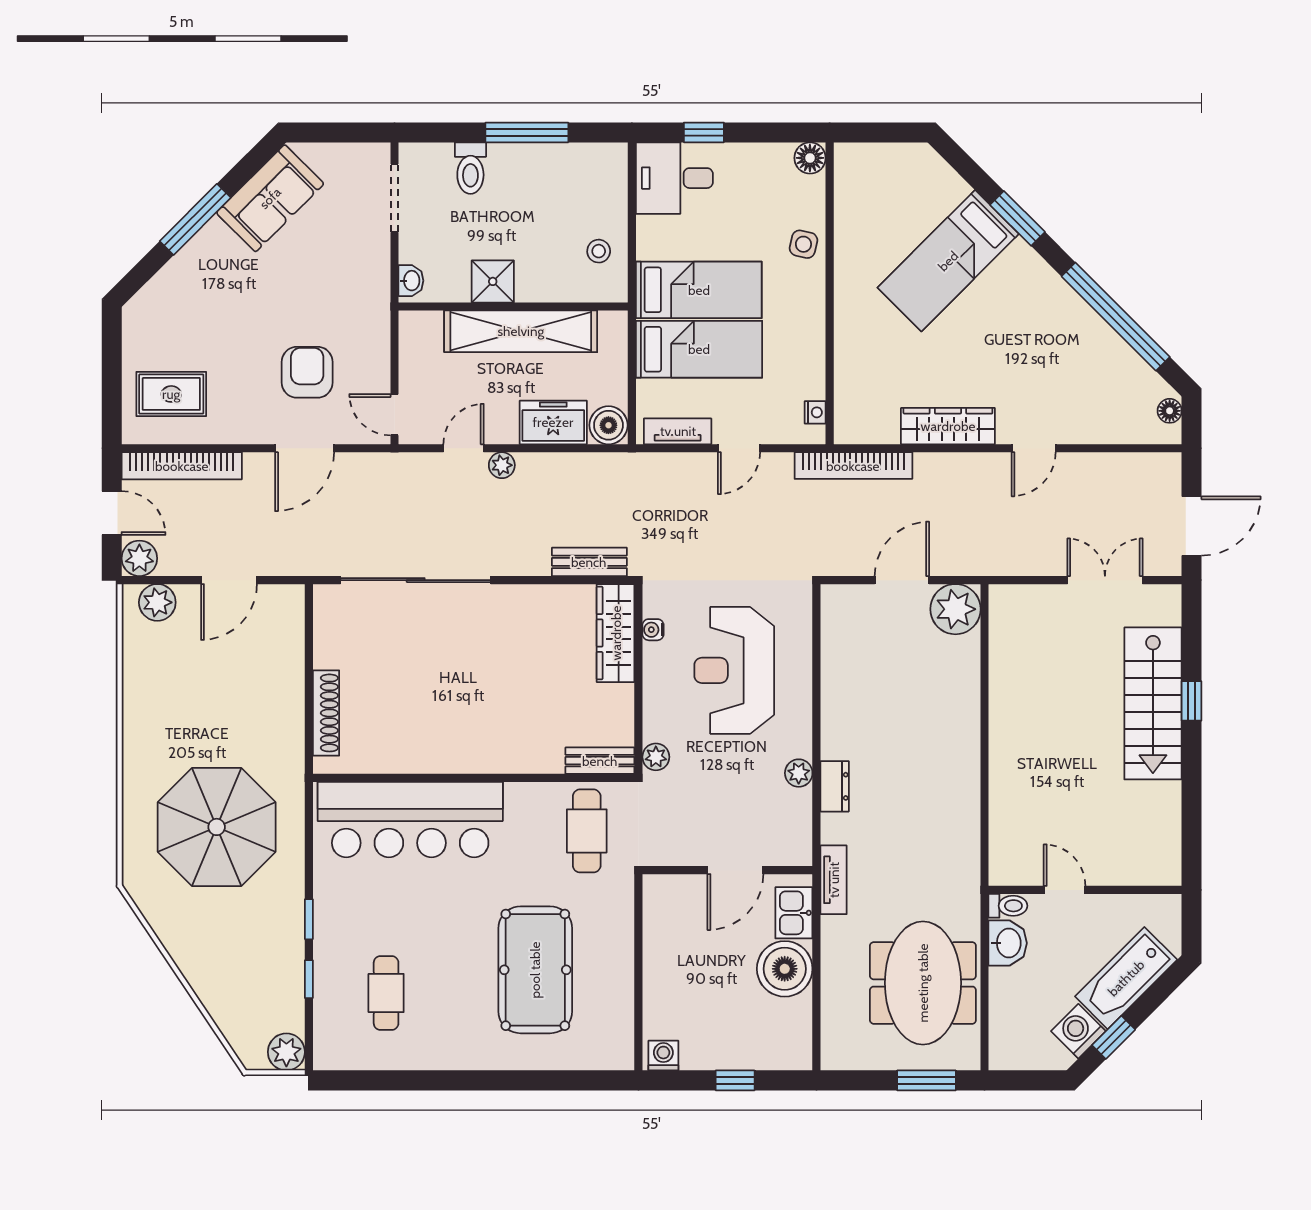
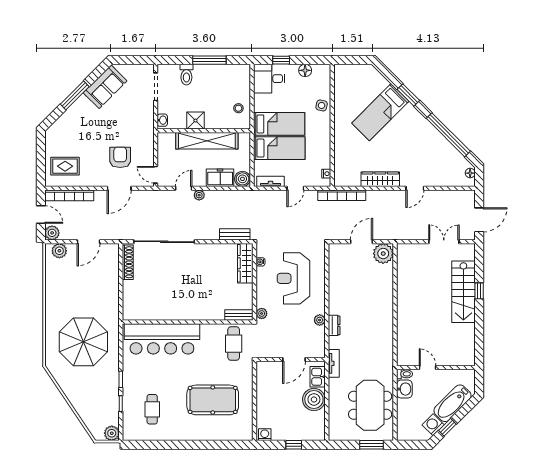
floor lamp: (810, 158) -> (305, 70), moved
shoe rack: (326, 713) -> (128, 262), moved
pool table: (535, 970) -> (213, 400), turned 90

